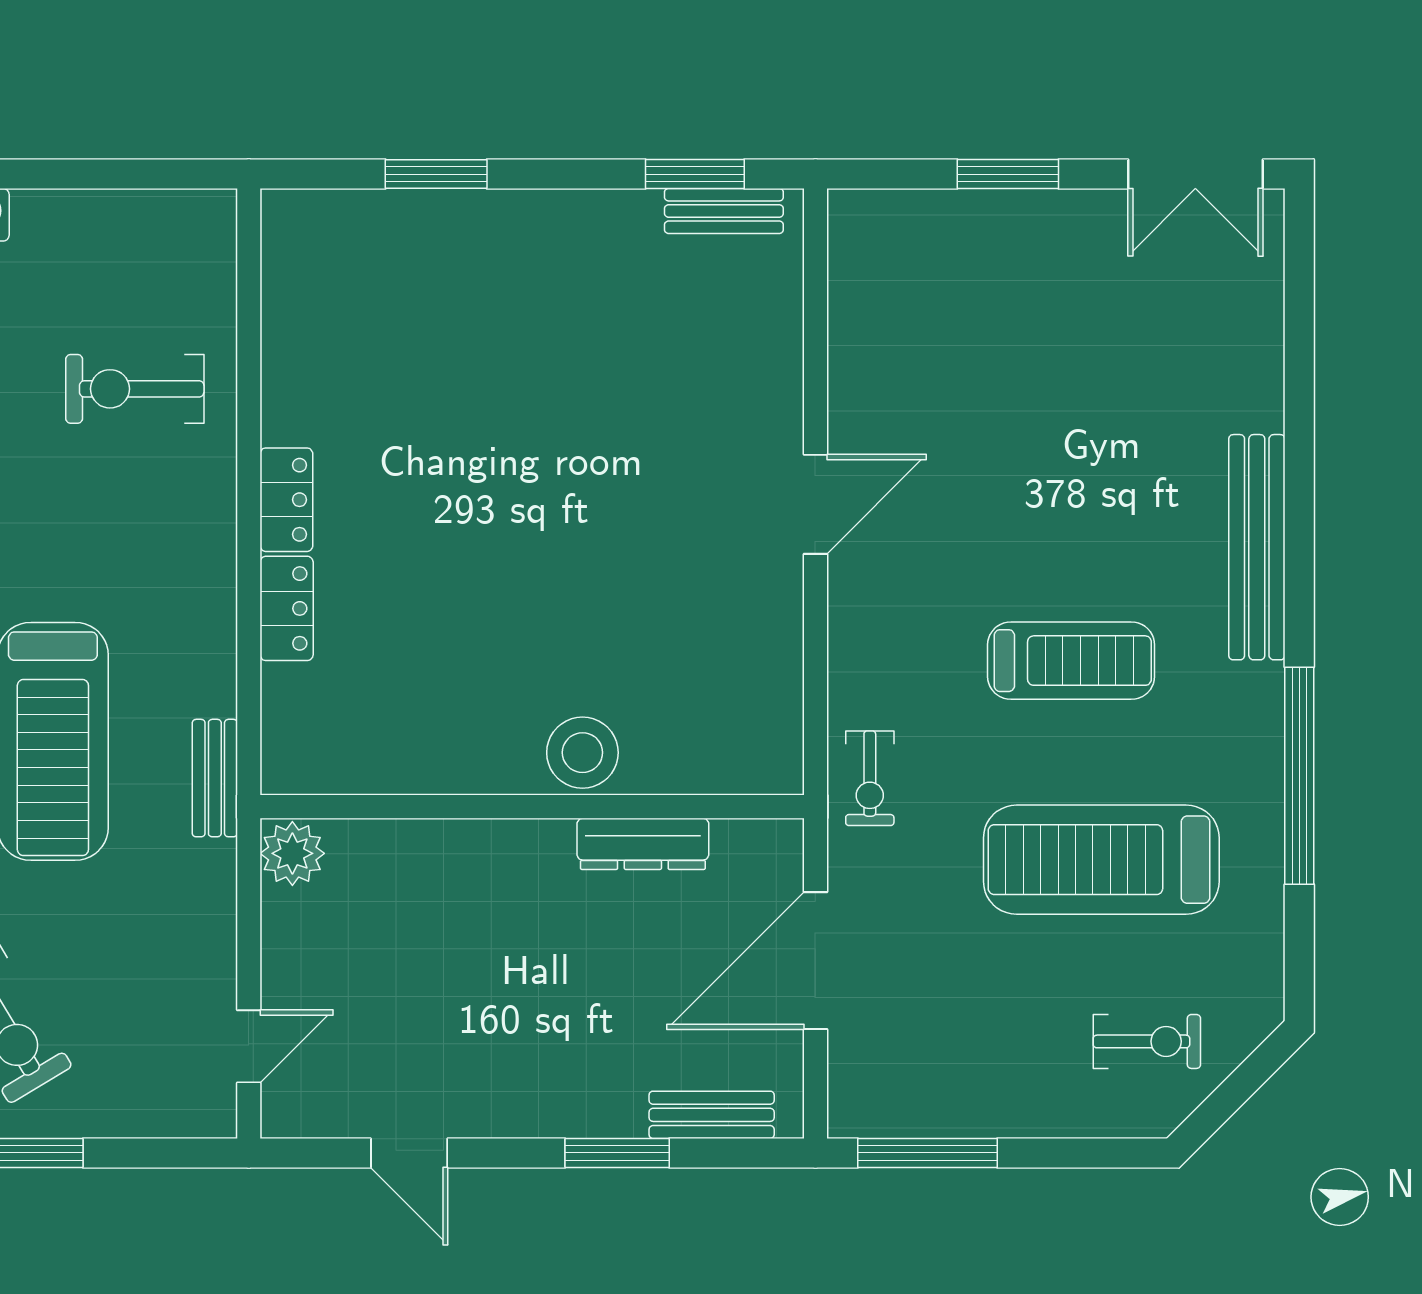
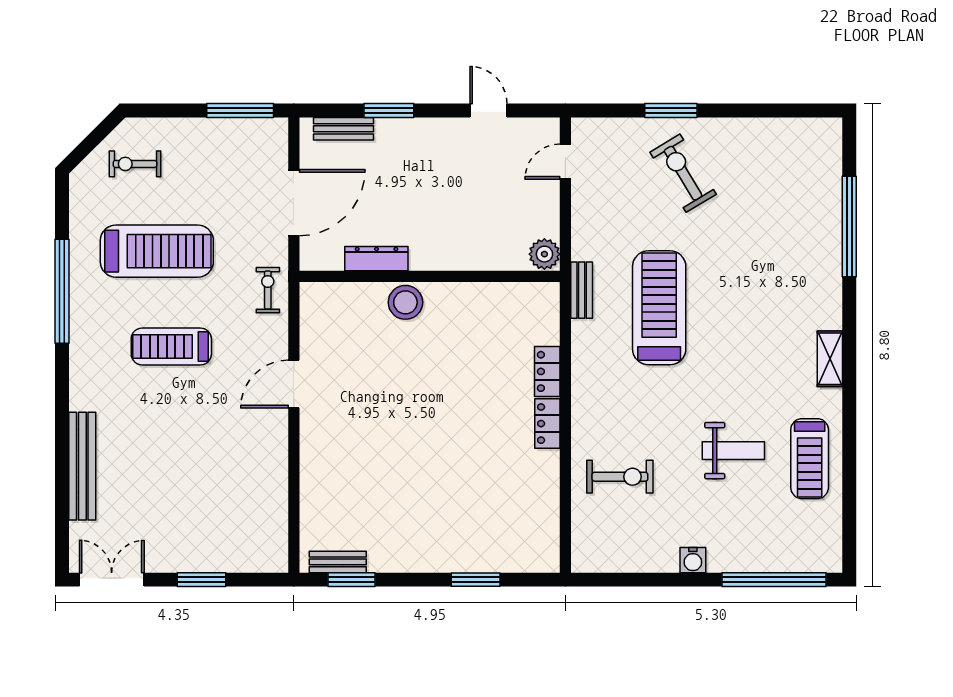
door: (815, 504) -> (294, 384), moved
bench: (1257, 547) -> (82, 466), moved

